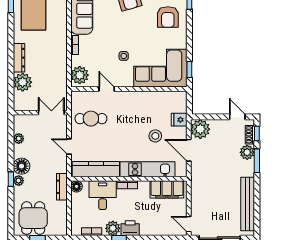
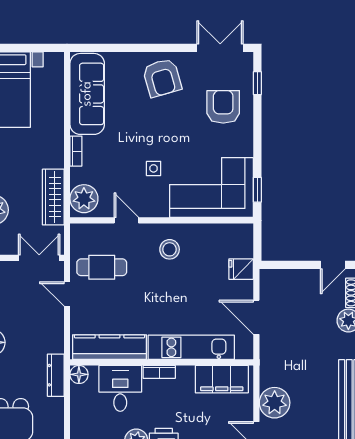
armchair: (168, 17) -> (223, 107), turned 180
wardrobe: (60, 74) -> (53, 197), added
door: (237, 117) -> (333, 265), swing flipped
plant: (200, 129) -> (275, 403), moved
stool: (155, 136) -> (170, 249), moved
door: (69, 146) -> (67, 294), moved

